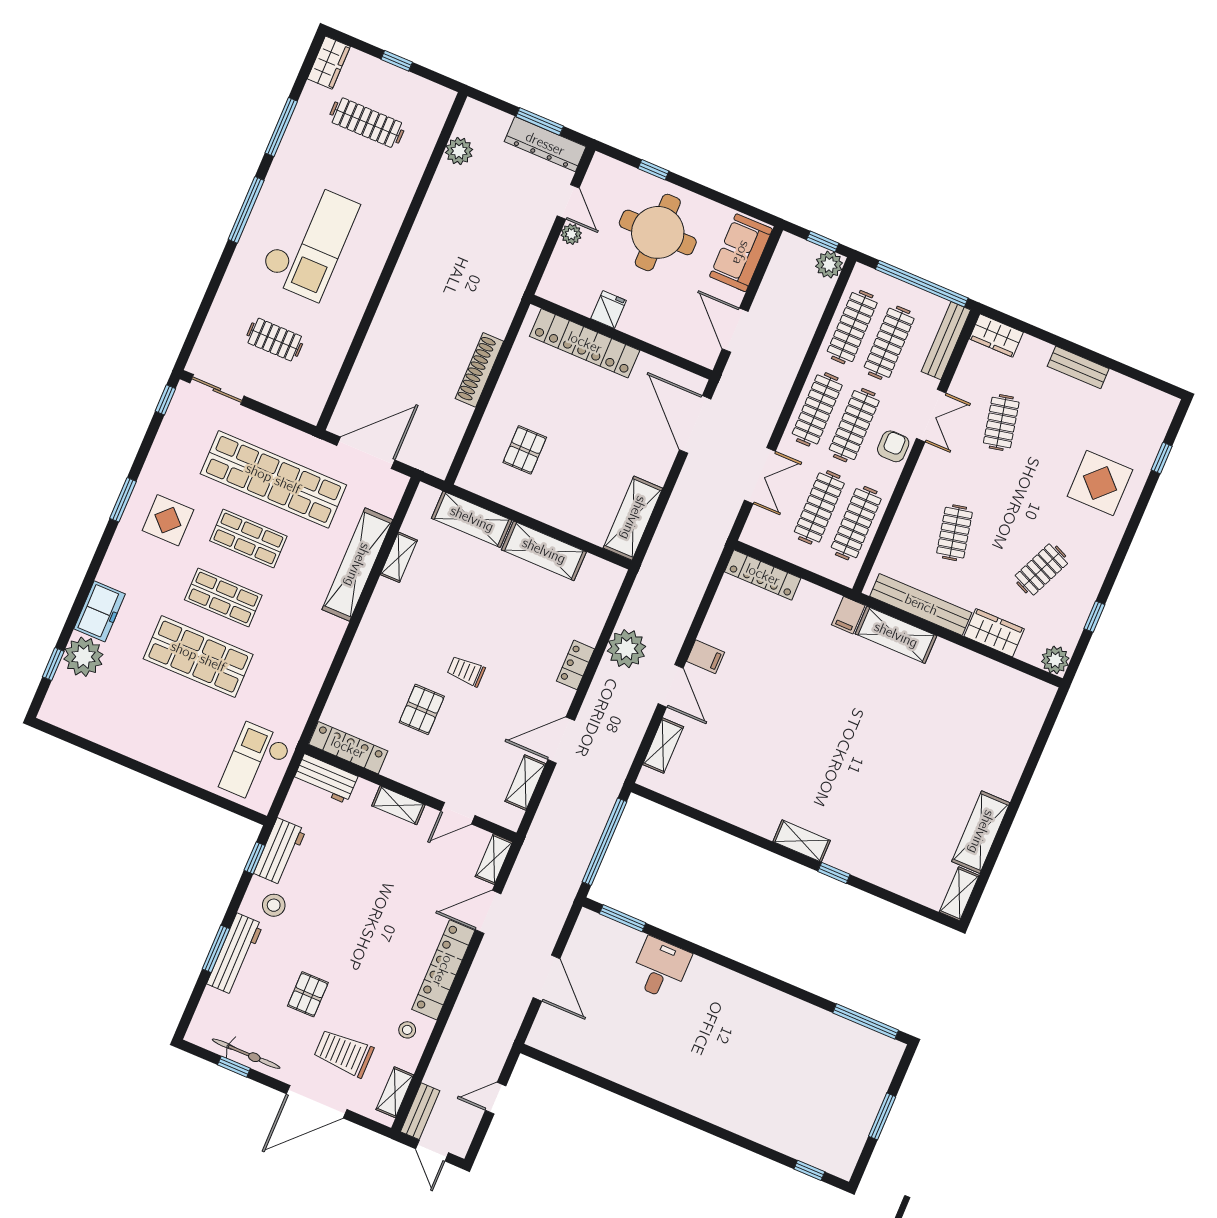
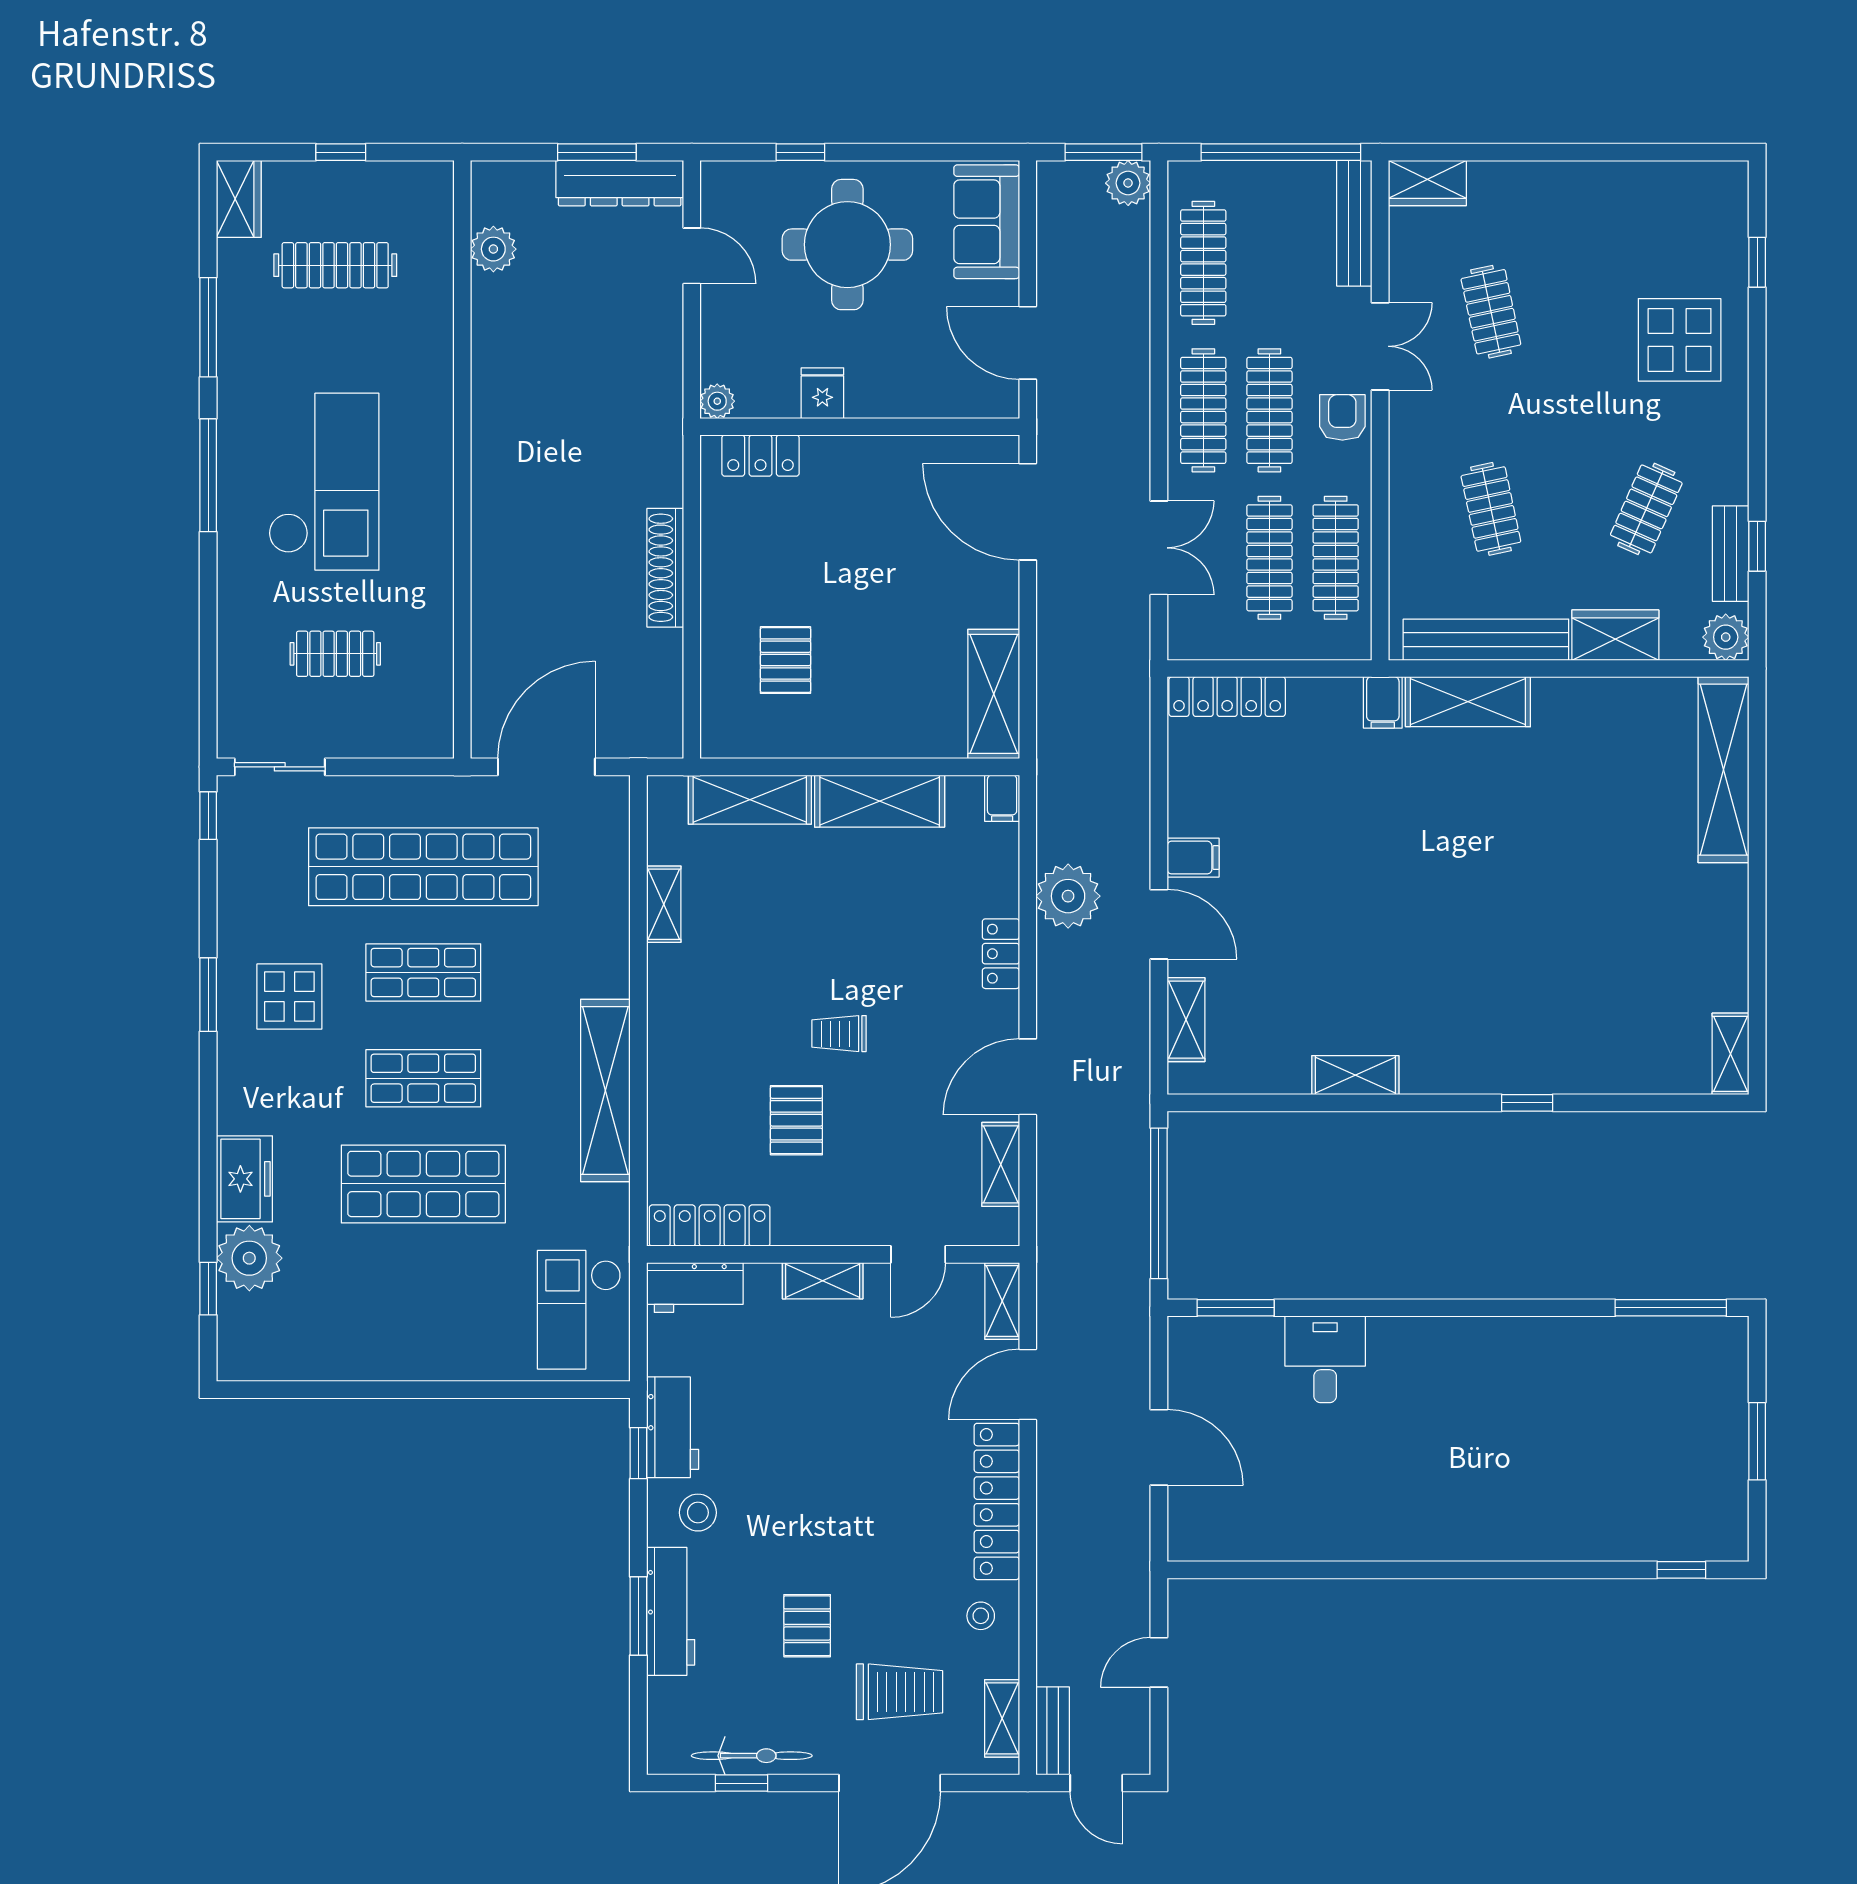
plant: (571, 234) -> (717, 401), moved
window: (823, 242) -> (1104, 152), width x1.50
locker: (585, 343) -> (760, 456), width x0.46, depth x0.83
clothes rail: (889, 343) -> (1269, 263), removed
bench: (1078, 367) -> (1731, 554), moved, turned 90
shelving: (357, 565) -> (605, 1090), moved
filing cabinet: (613, 578) -> (1002, 798), added
shelving: (981, 832) -> (1724, 770), moved, width x1.47
shelving: (802, 841) -> (1355, 1075), moved
trolley: (344, 1053) -> (899, 1692), turned 180

